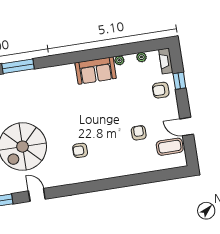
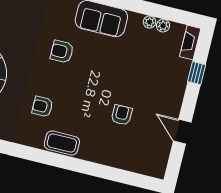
plant: (119, 60) -> (150, 22), moved
armchair: (161, 90) -> (62, 52), moved
coffee table: (170, 147) -> (62, 143), moved

